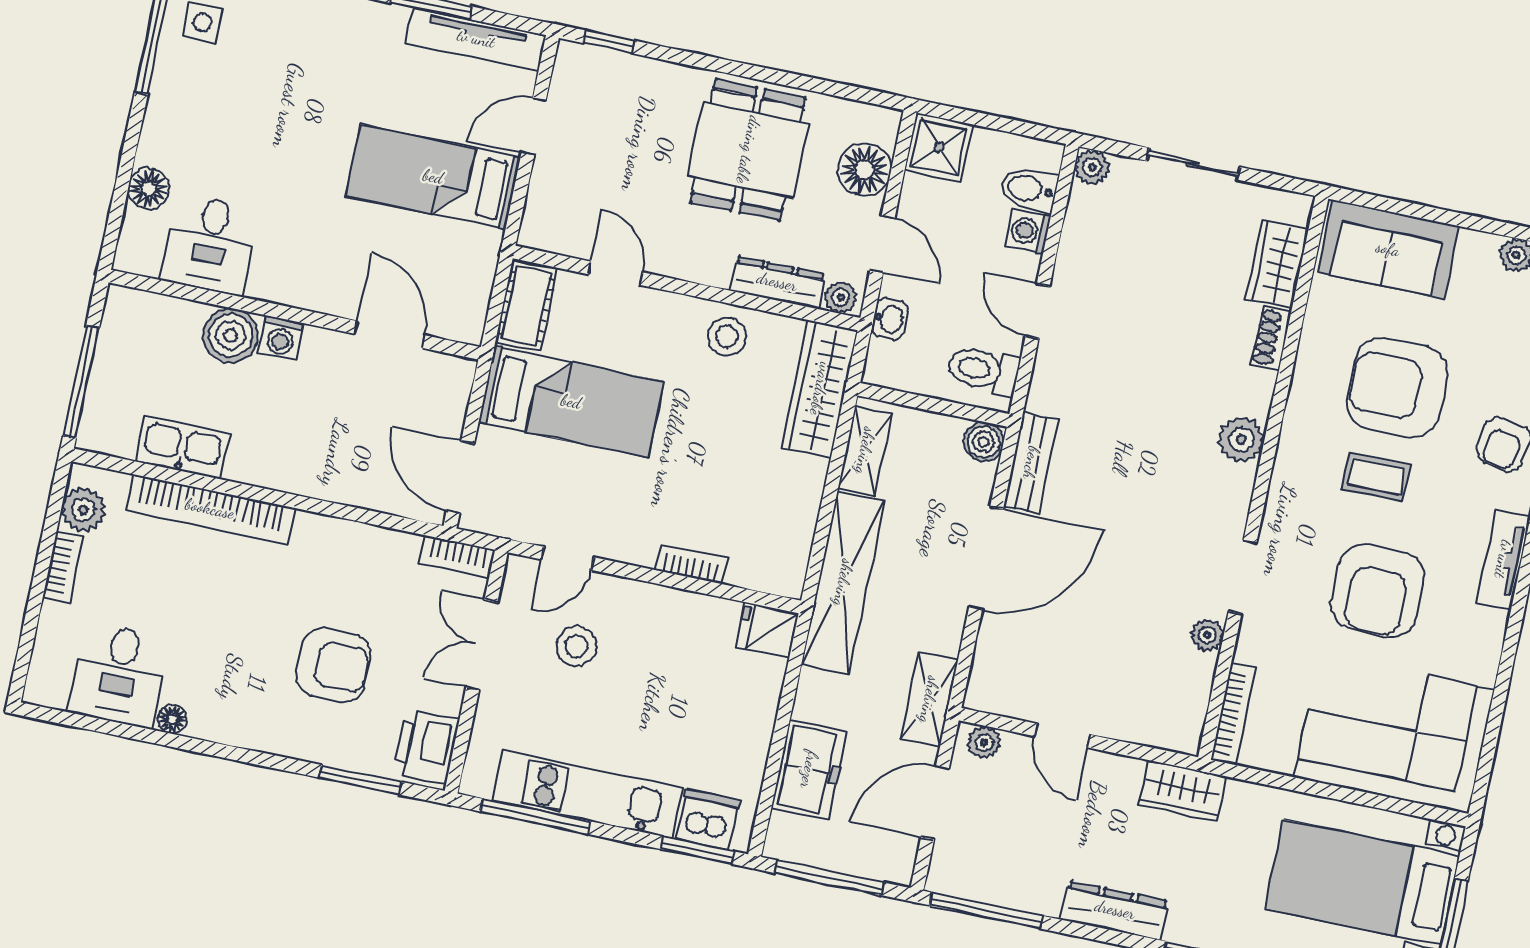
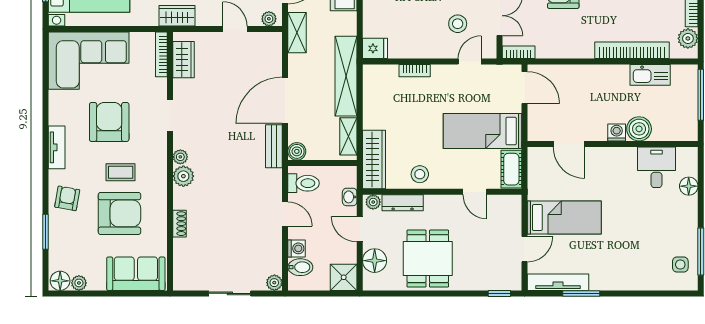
wardrobe: (1277, 264) -> (184, 60), moved
plant: (1207, 635) -> (180, 157), moved

